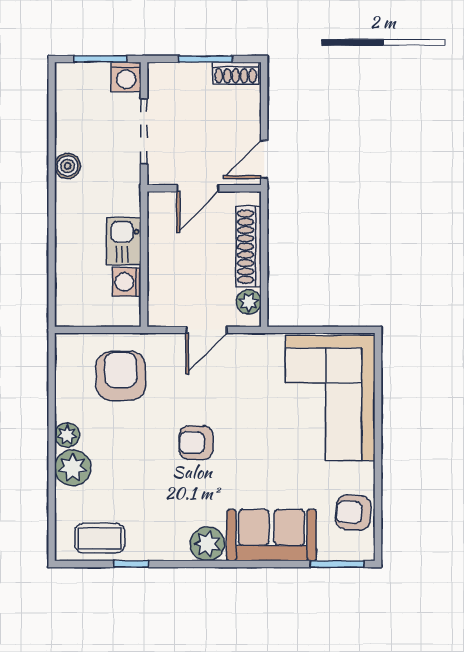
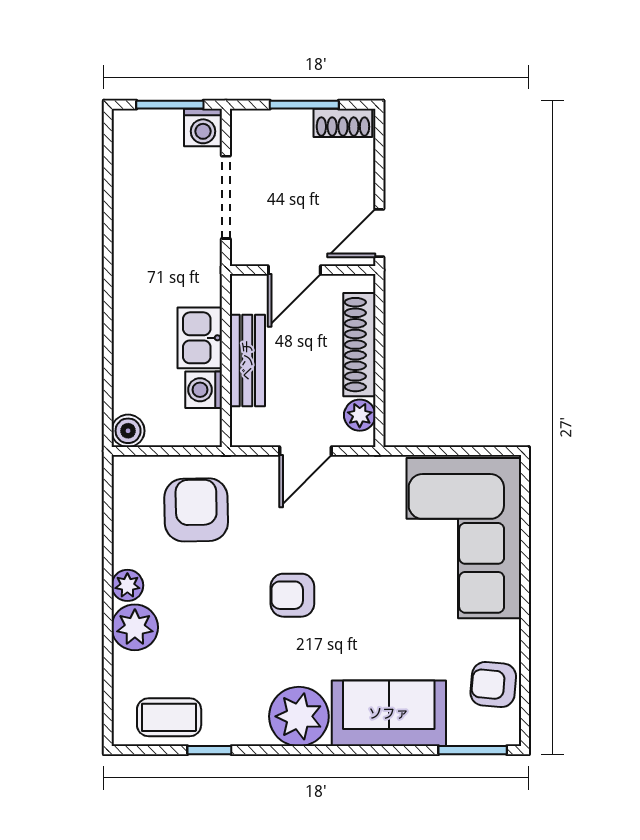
boiler: (68, 166) -> (128, 431), moved
bench: (161, 259) -> (247, 360), added
plant: (207, 544) -> (299, 716), width x1.36, depth x1.36

